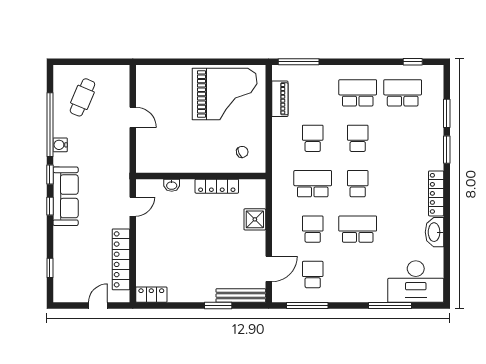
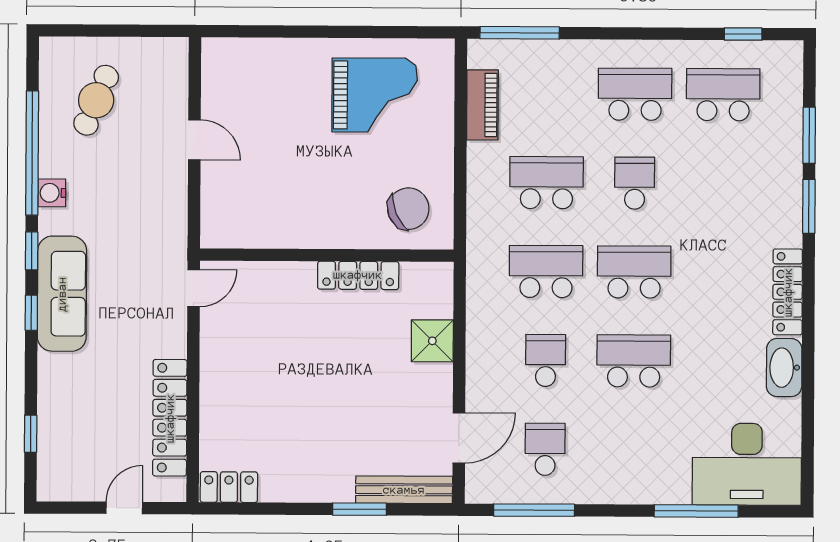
grand piano: (225, 94) -> (375, 95), width x0.73, depth x0.68
school desk: (313, 138) -> (547, 183), width x1.85
chair: (242, 152) -> (408, 209), width x1.87, depth x1.87
school desk: (358, 184) -> (634, 272), width x1.85
washbasin: (172, 185) -> (270, 273), removed
door: (133, 207) -> (194, 288), moved

